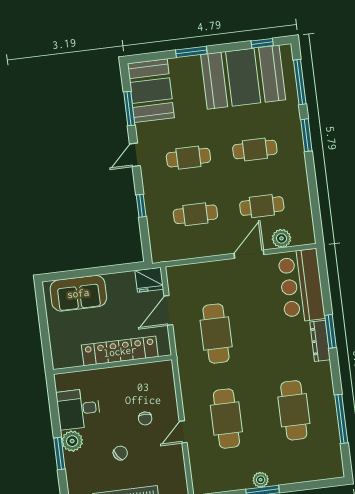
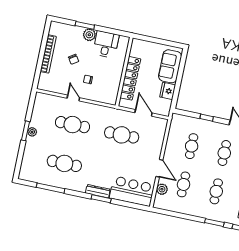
fridge: (149, 280) -> (168, 91), moved

